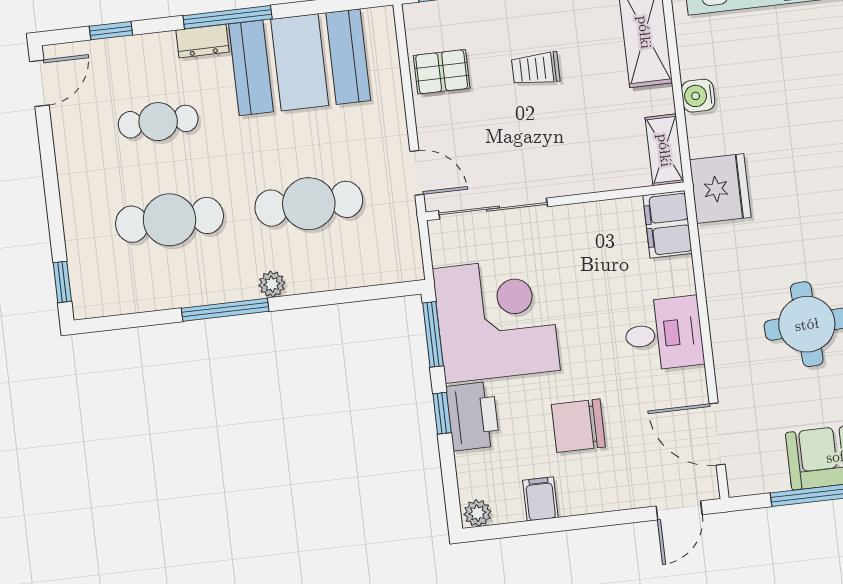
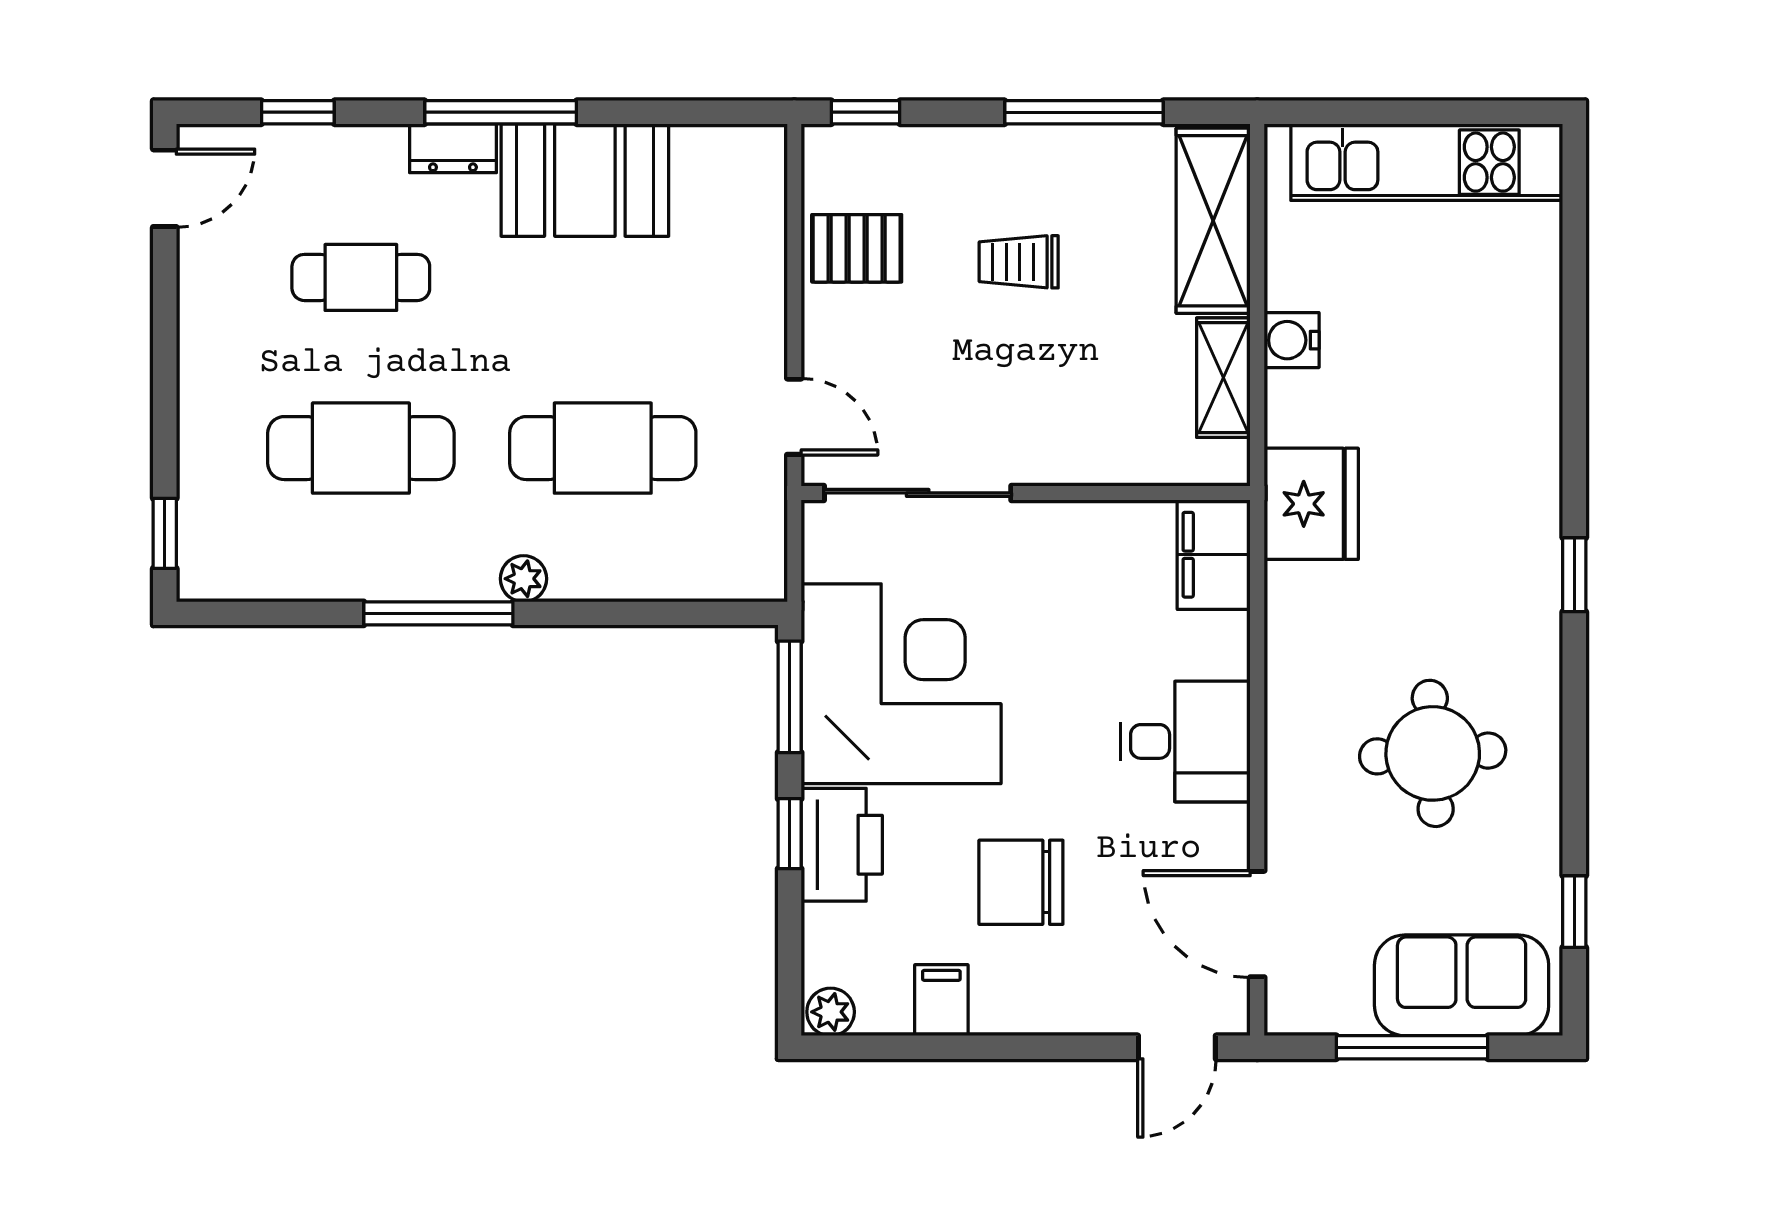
booth: (300, 62) -> (585, 180), width x0.73, depth x0.70
shelving: (665, 150) -> (1223, 378), moved

